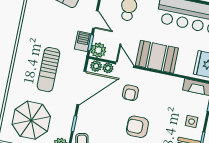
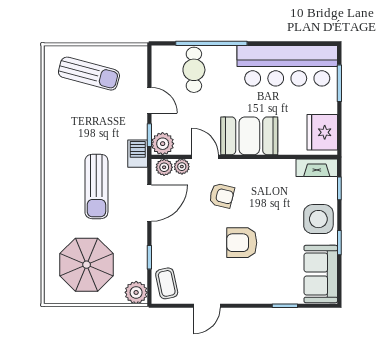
barbecue: (83, 41) -> (138, 154), moved
door: (81, 88) -> (149, 203), width x0.73
armchair: (130, 93) -> (222, 196), turned -76
side table: (192, 122) -> (318, 219), width x1.87, depth x1.87

